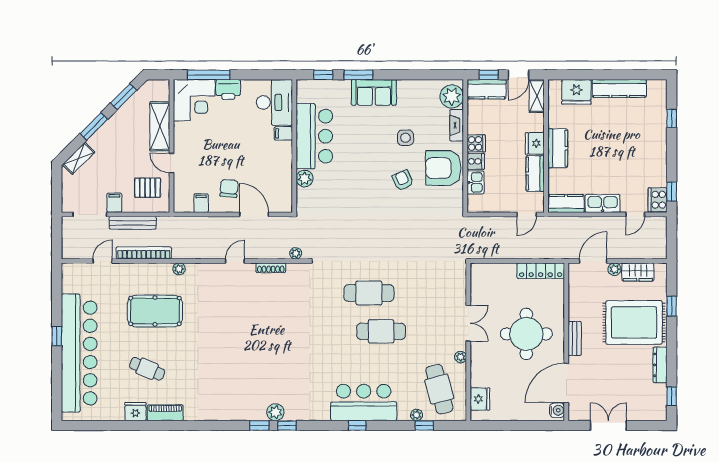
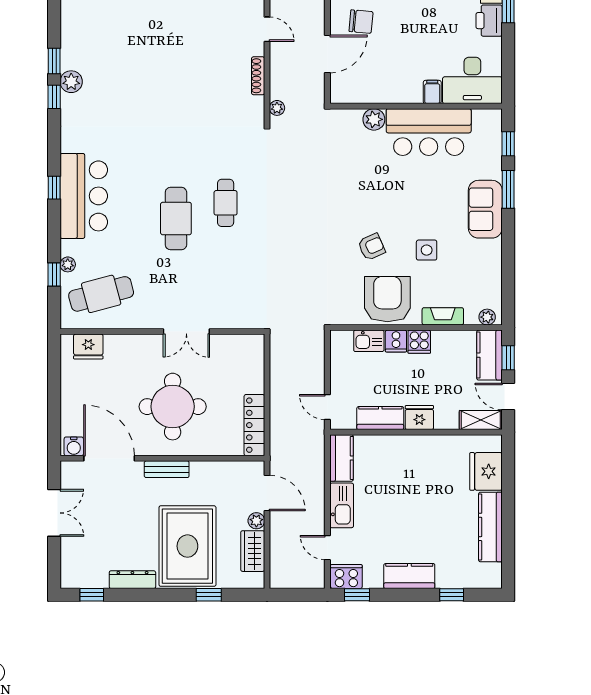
plant: (452, 96) -> (487, 317), width x0.53, depth x0.53
kitchen counter: (558, 148) -> (409, 576), moved, turned 180
cafe table: (369, 293) -> (226, 203), width x0.73, depth x0.74
plant: (461, 357) -> (143, 322), removed

